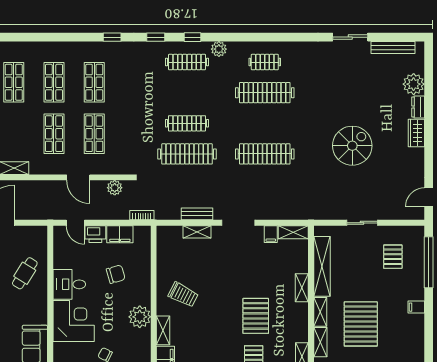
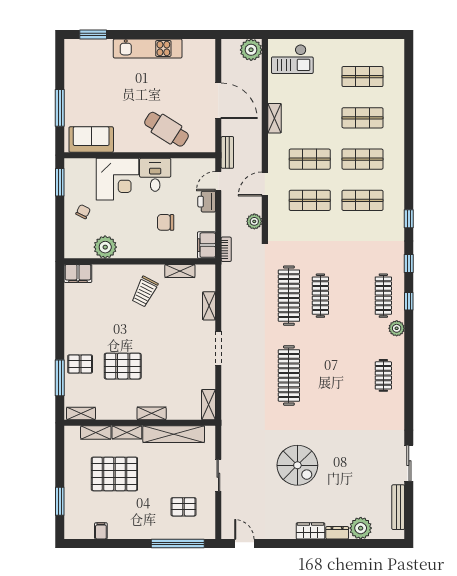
clothes rail: (265, 93) -> (352, 375), removed
bench: (197, 214) -> (227, 152), moved
filing cabinet: (120, 234) -> (206, 245), moved
filing cabinet: (271, 234) -> (207, 382), removed
cafe table: (25, 273) -> (166, 129), width x1.37, depth x1.35
chair: (116, 274) -> (166, 222), turned 106
filing cabinet: (416, 307) -> (101, 531), moved
plant: (140, 317) -> (105, 247), moved
shelving: (163, 330) -> (180, 271), moved

